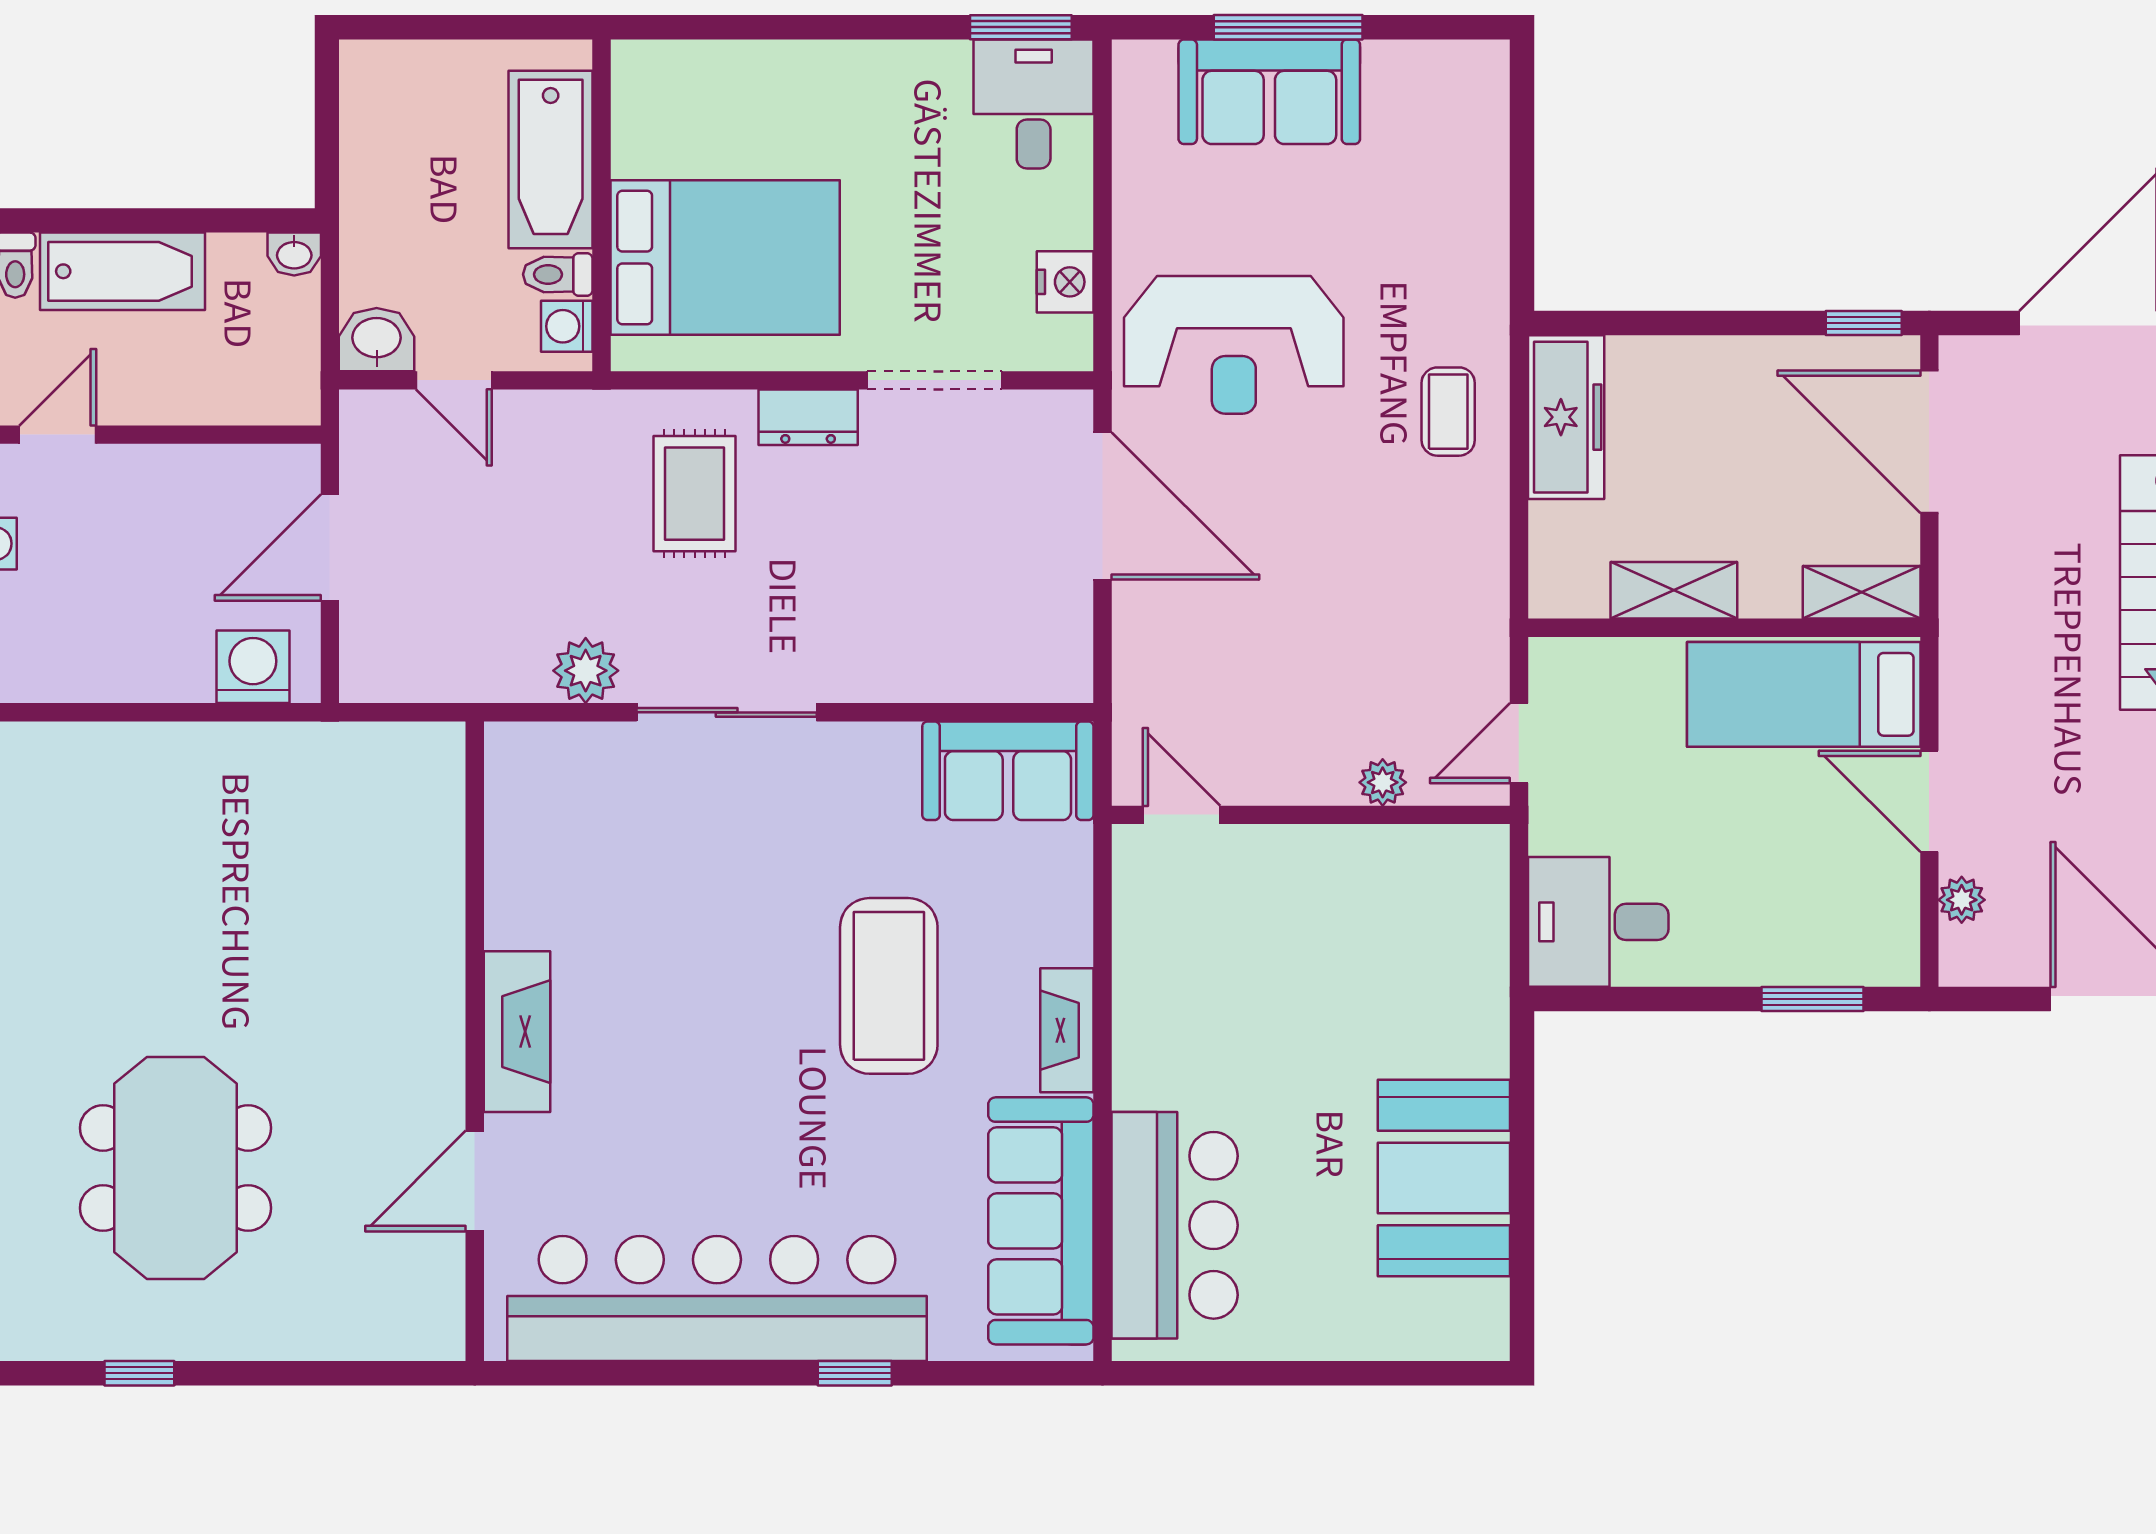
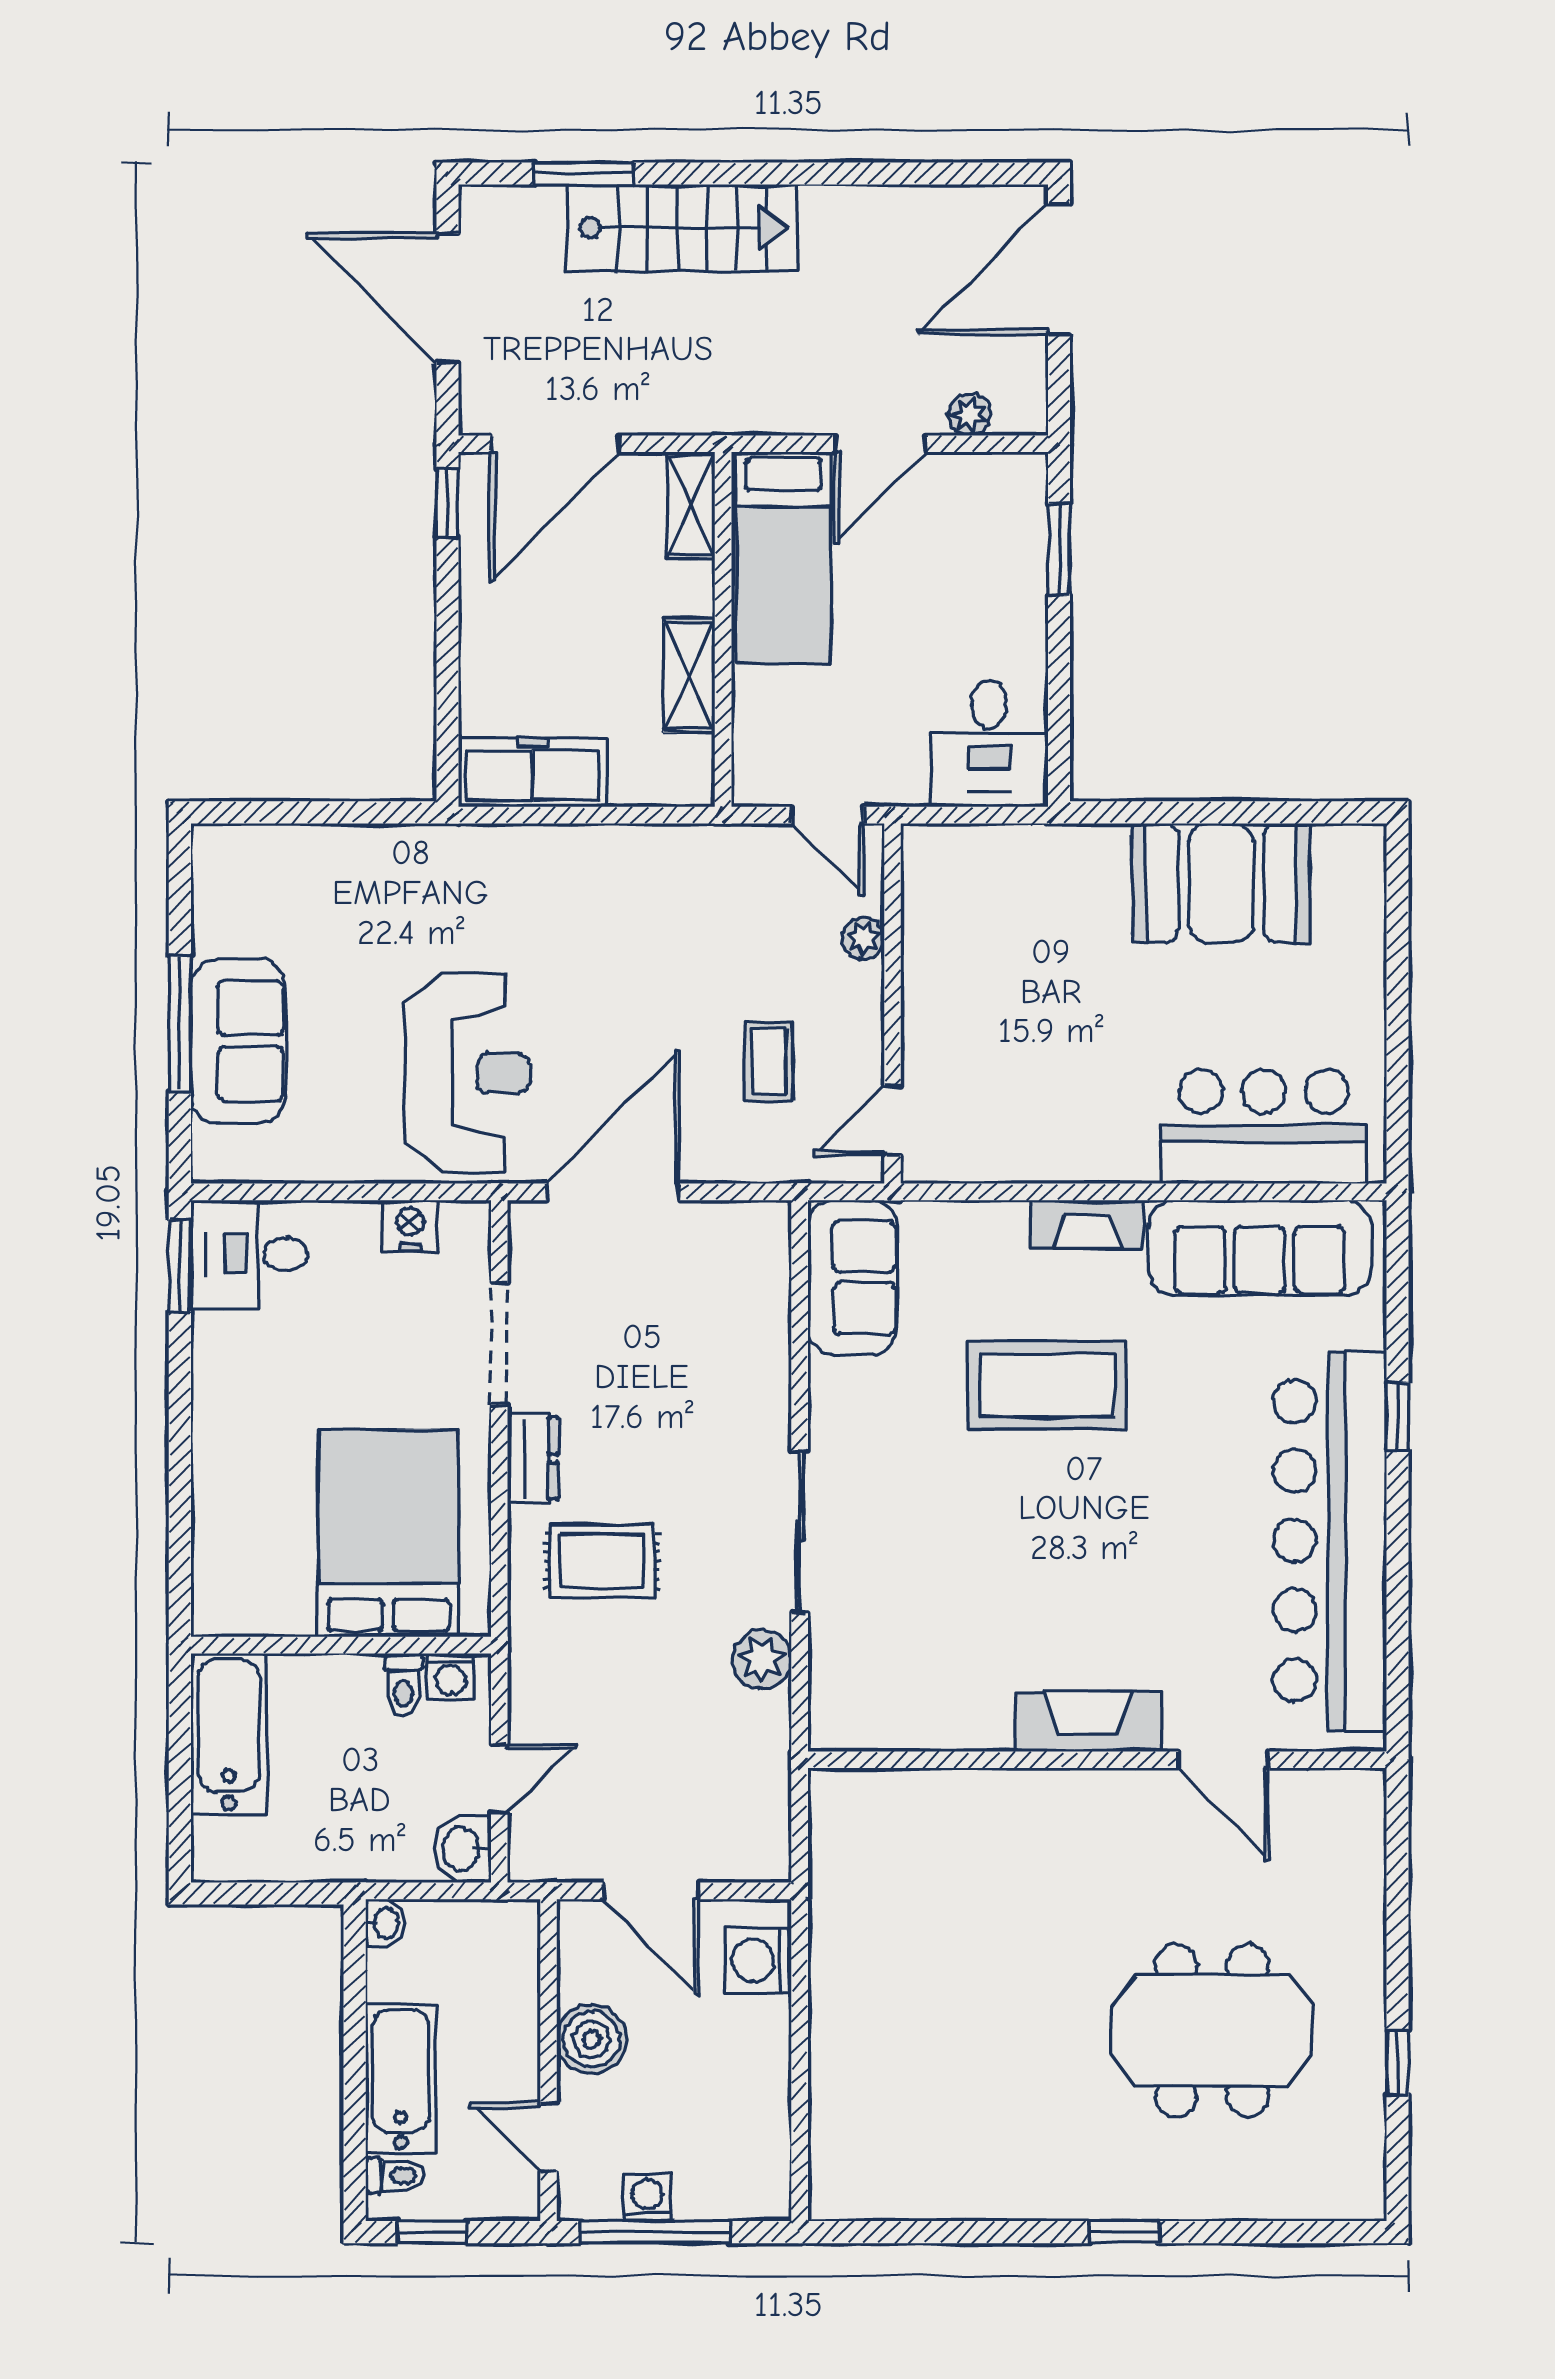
bathtub: (551, 159) -> (229, 1734), moved, turned -90
coffee table: (1448, 412) -> (769, 1061), moved, turned 90
boiler: (166, 482) -> (591, 2039), added

